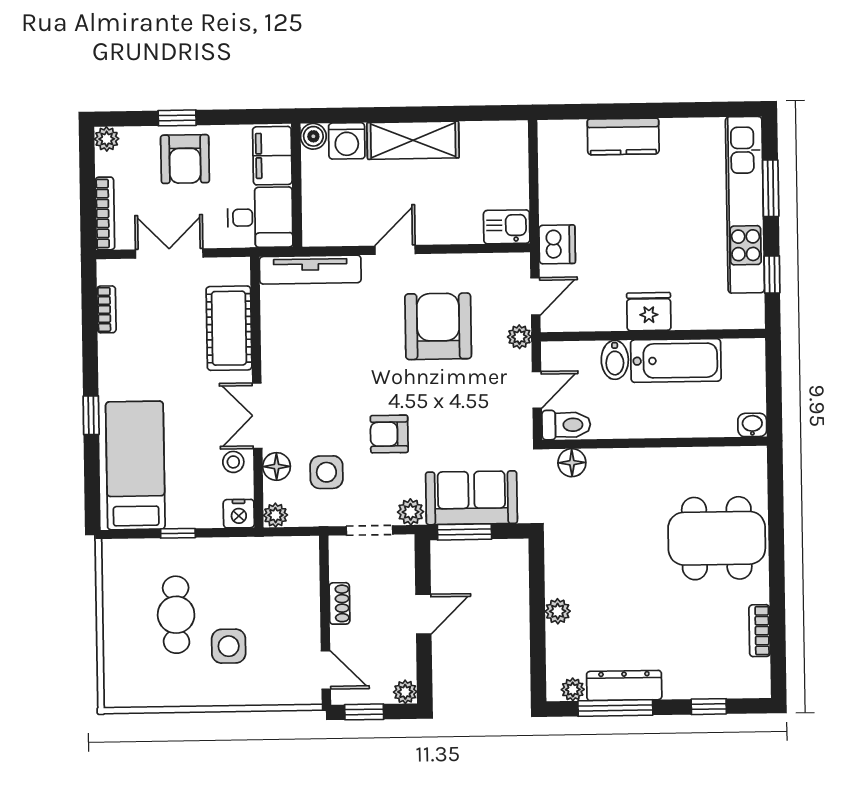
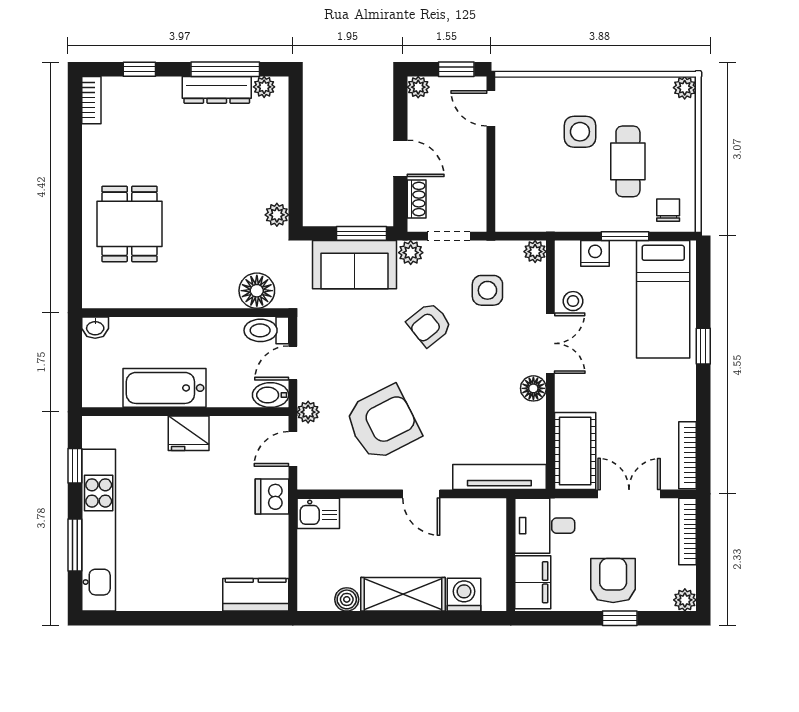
boiler: (313, 136) -> (347, 599), moved
kitchen counter: (623, 136) -> (256, 595), moved
door: (395, 250) -> (421, 494), hinge flipped
double door: (169, 253) -> (629, 494), swing flipped
bookcase: (106, 309) -> (688, 455), width x1.56
armchair: (438, 326) -> (383, 423), turned -117
cot: (229, 328) -> (575, 451), moved
bidet: (615, 360) -> (271, 395), moved, turned -90
armchair: (389, 434) -> (429, 324), turned 141
floor lamp: (572, 463) -> (257, 291), width x1.38, depth x1.38
floor lamp: (277, 466) -> (533, 388), moved
nightstand: (239, 514) -> (595, 253), moved
window: (178, 533) -> (625, 236), width x1.50
dining table: (717, 538) -> (129, 224), width x0.73
chair: (131, 562) -> (668, 210), added
shoe rack: (339, 603) -> (417, 199), moved, turned 180
plant: (558, 611) -> (277, 215), moved
door: (423, 614) -> (400, 158), swing flipped
bookcase: (760, 631) -> (91, 100), moved
plant: (116, 696) -> (685, 88), added

